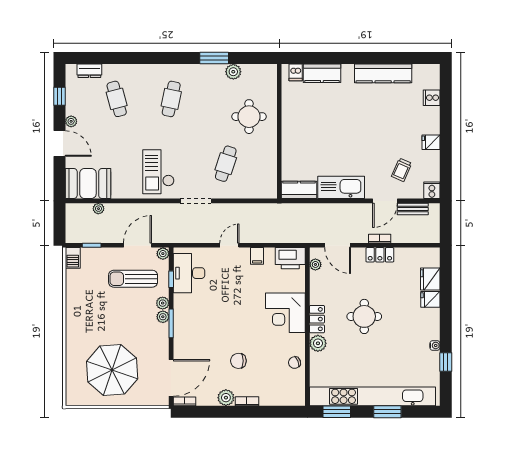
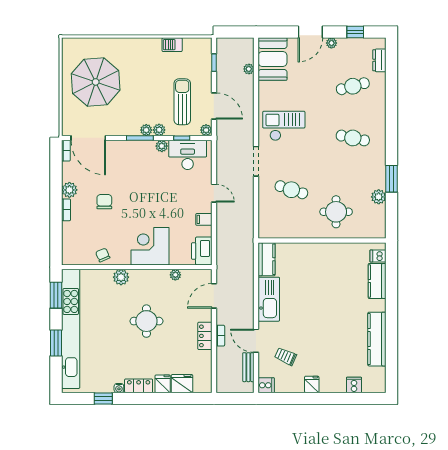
barbecue: (73, 258) -> (172, 45), moved
plant: (315, 264) -> (175, 275), moved
plant: (180, 300) -> (162, 146), added
locker: (317, 319) -> (139, 386), moved, turned 180

